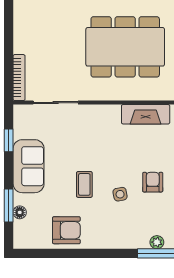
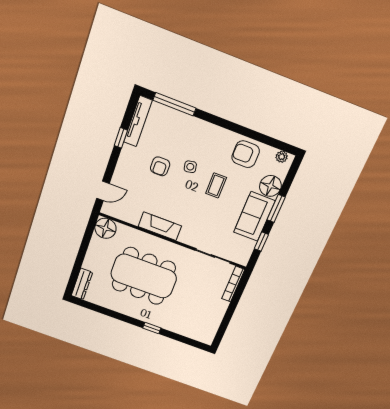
fireplace: (146, 114) -> (160, 226), moved
window: (9, 205) -> (276, 209), moved
floor lamp: (20, 212) -> (270, 186), width x1.89, depth x1.89
plant: (157, 242) -> (282, 157), moved

